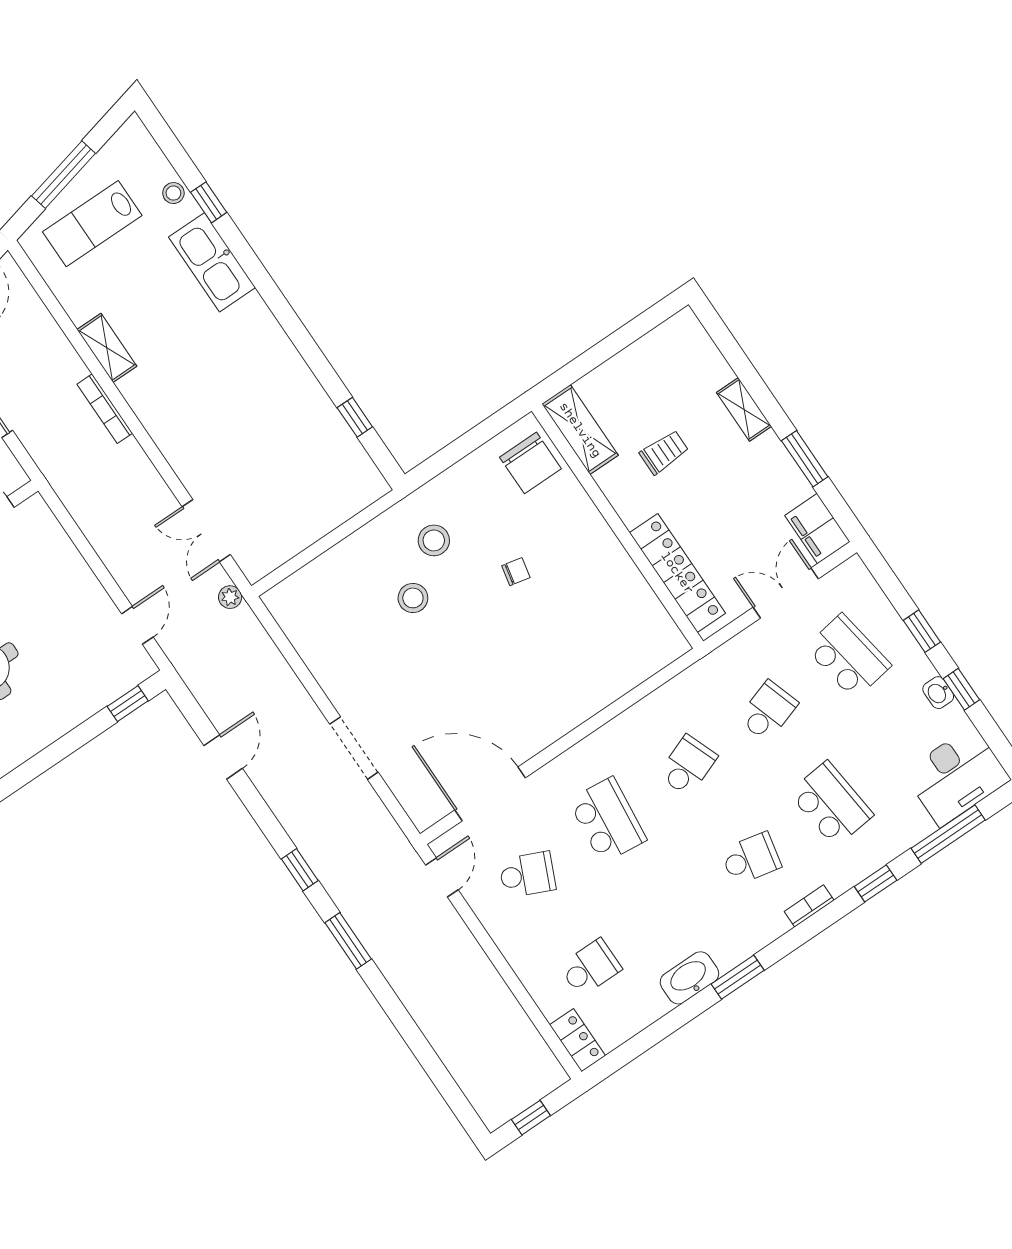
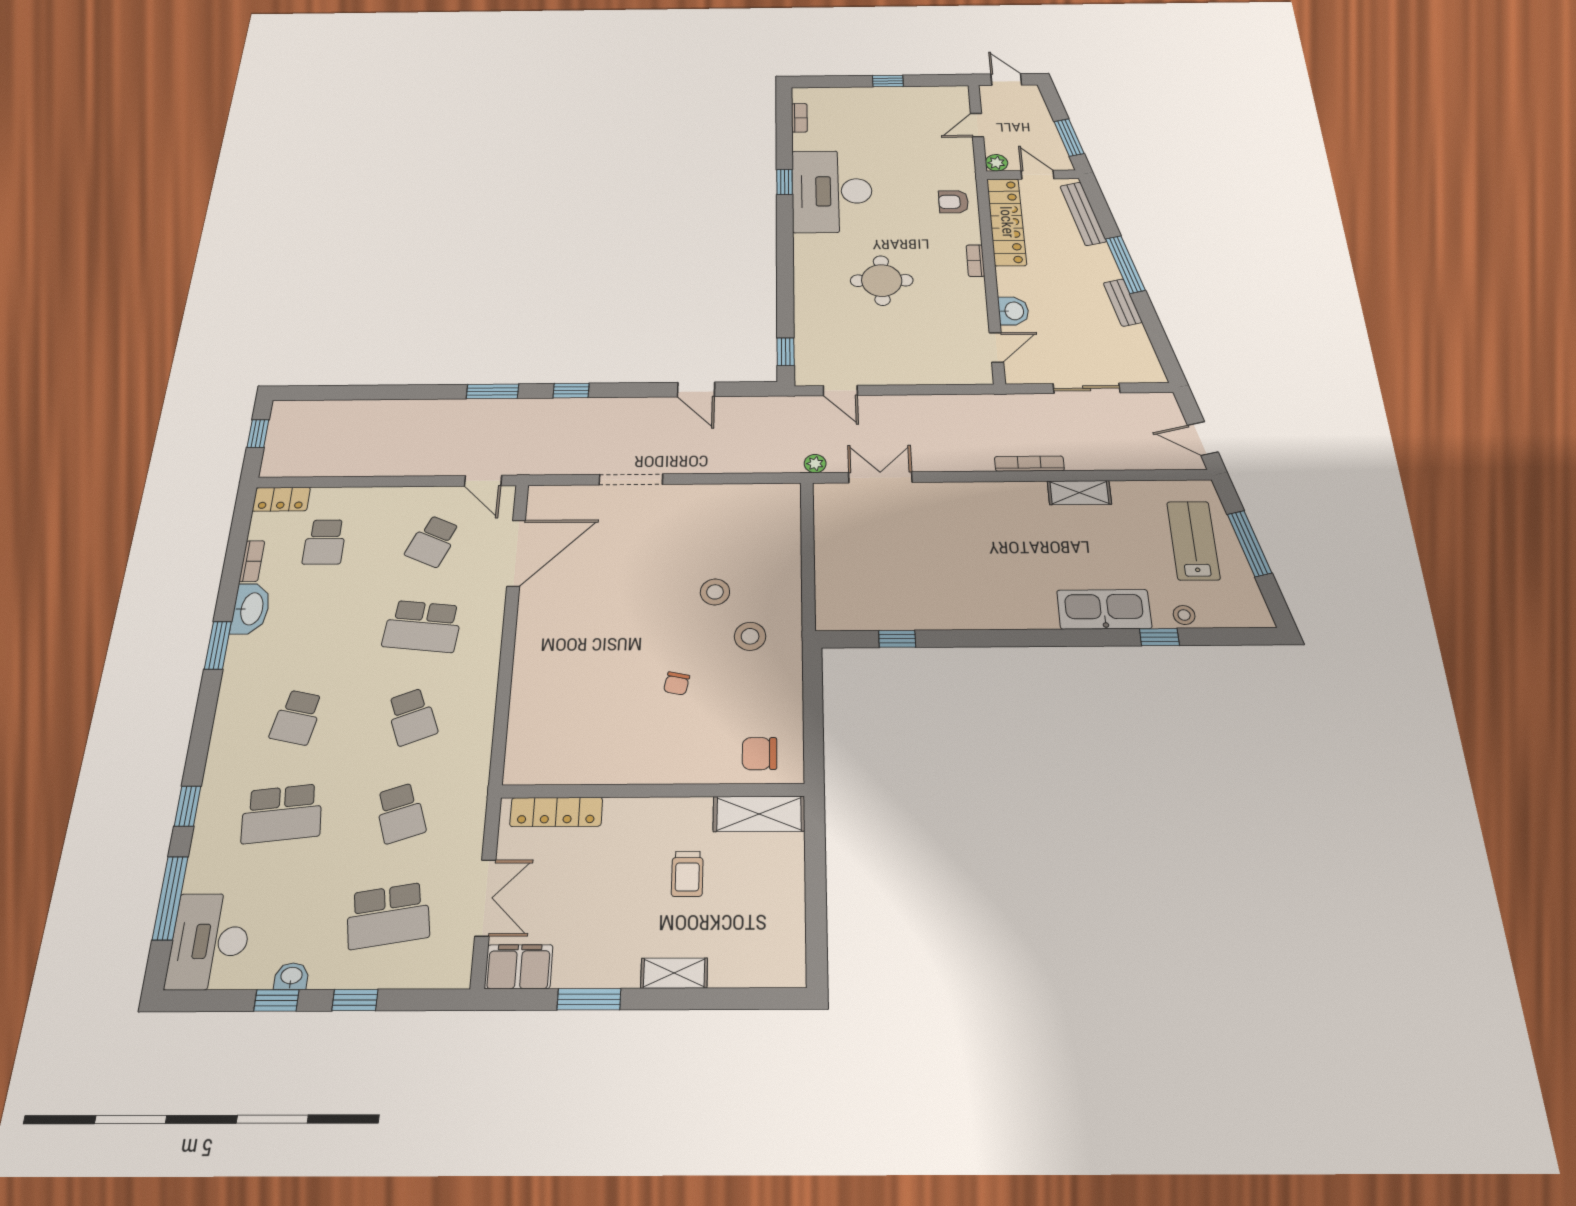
chair: (530, 463) -> (759, 754), width x0.73, depth x0.73
locker: (677, 573) -> (556, 812), width x0.71, depth x0.83
bookcase: (809, 906) -> (252, 561), moved

